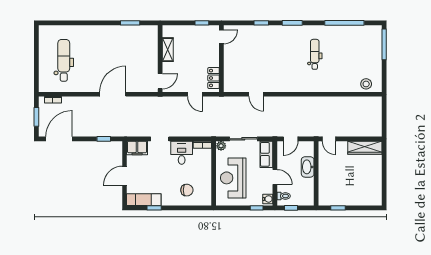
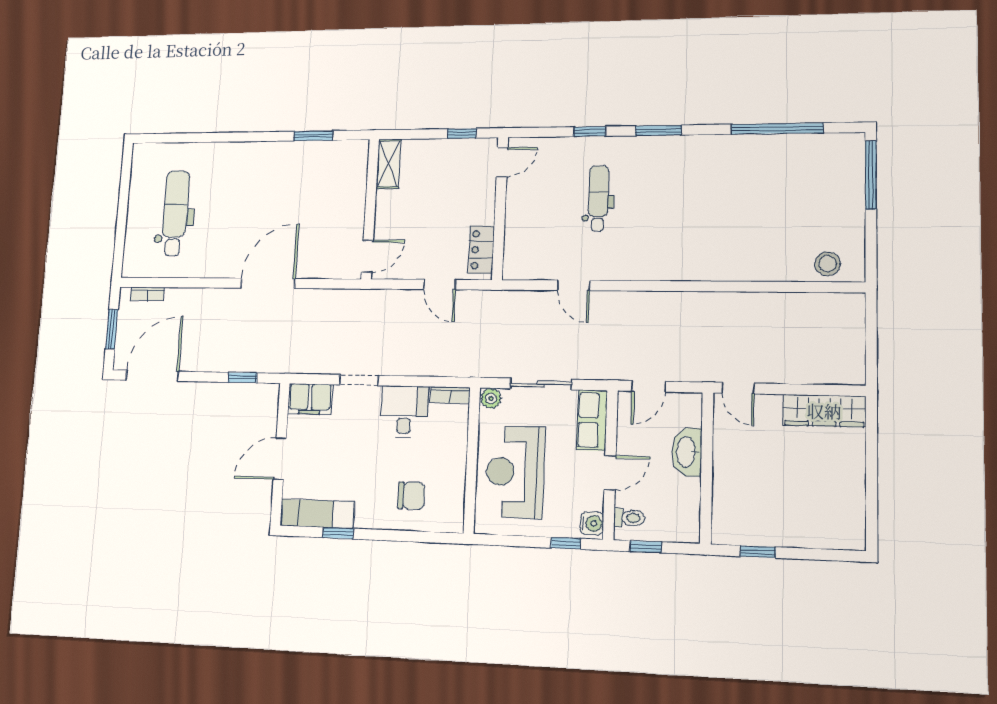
shelving: (168, 50) -> (389, 164), moved
dental chair: (315, 54) -> (598, 198), moved
door: (275, 177) -> (610, 473), hinge flipped

